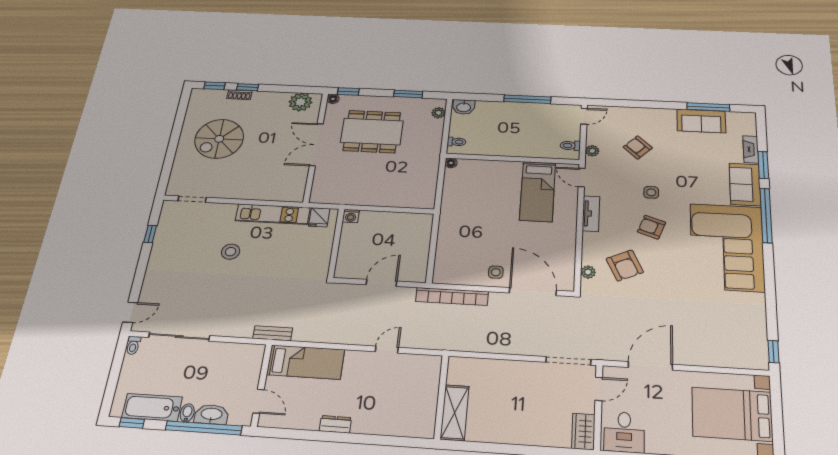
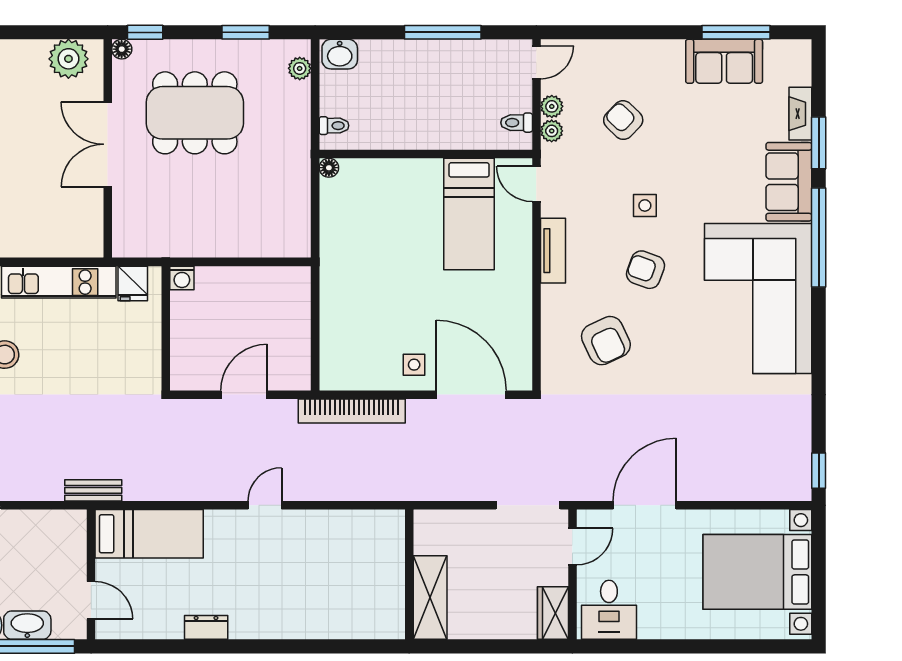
plant: (588, 272) -> (552, 106), moved
wall: (441, 397) -> (409, 574), moved
shelving: (455, 413) -> (430, 598), moved

